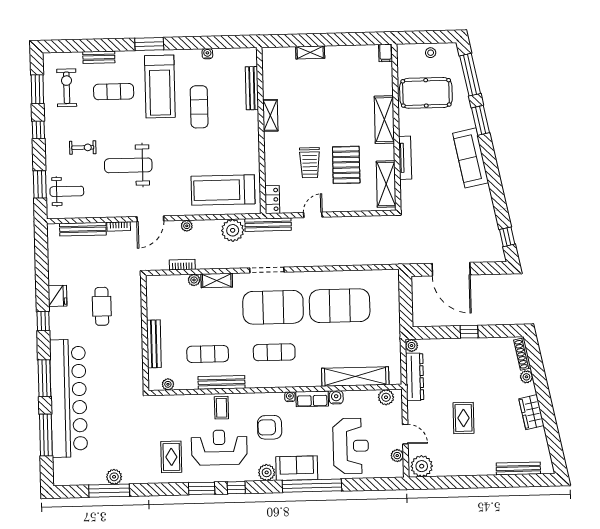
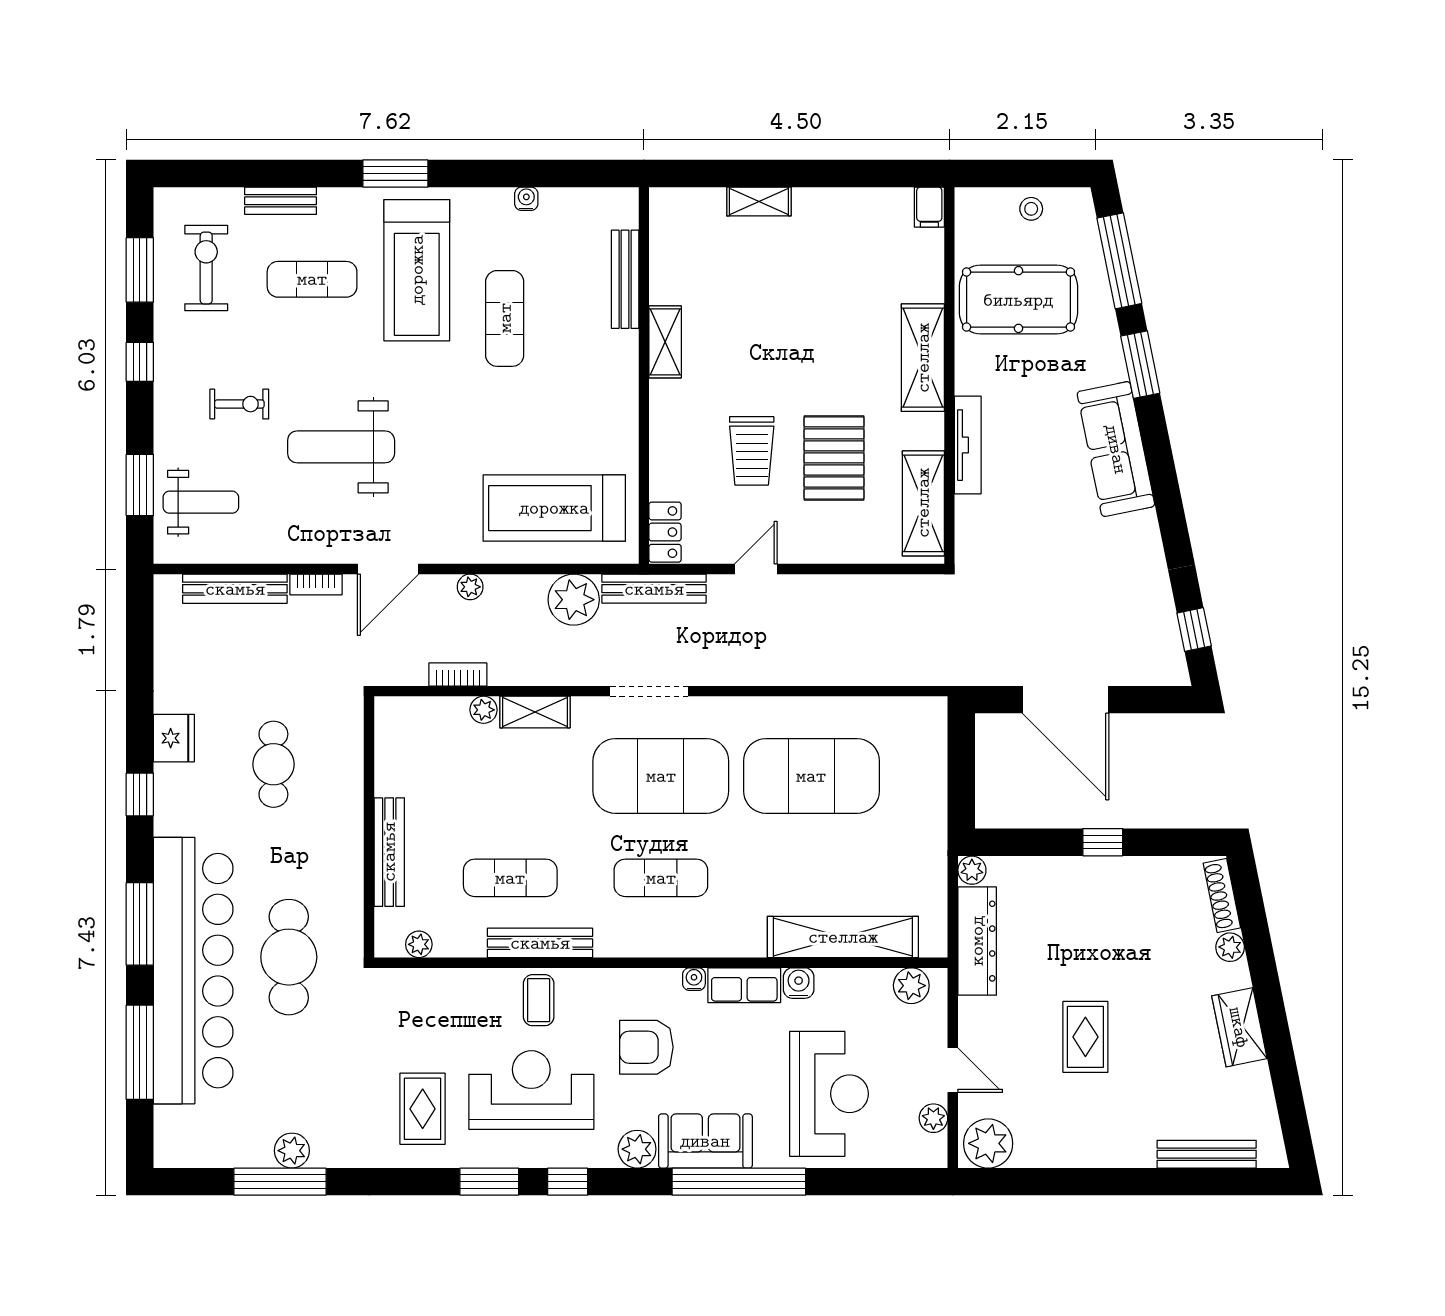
cafe table: (111, 391) -> (289, 957), added

